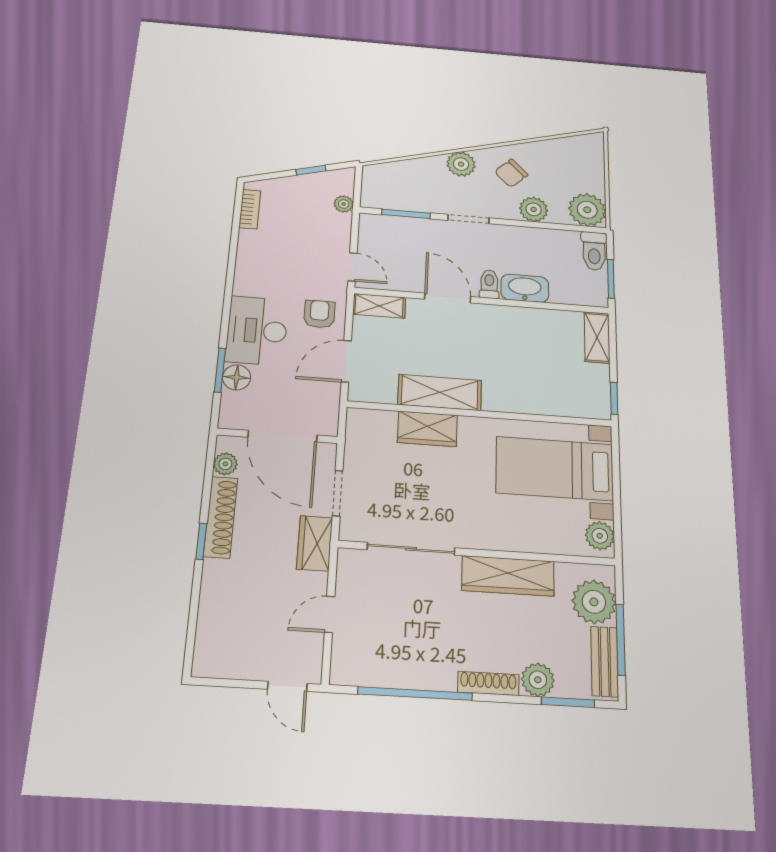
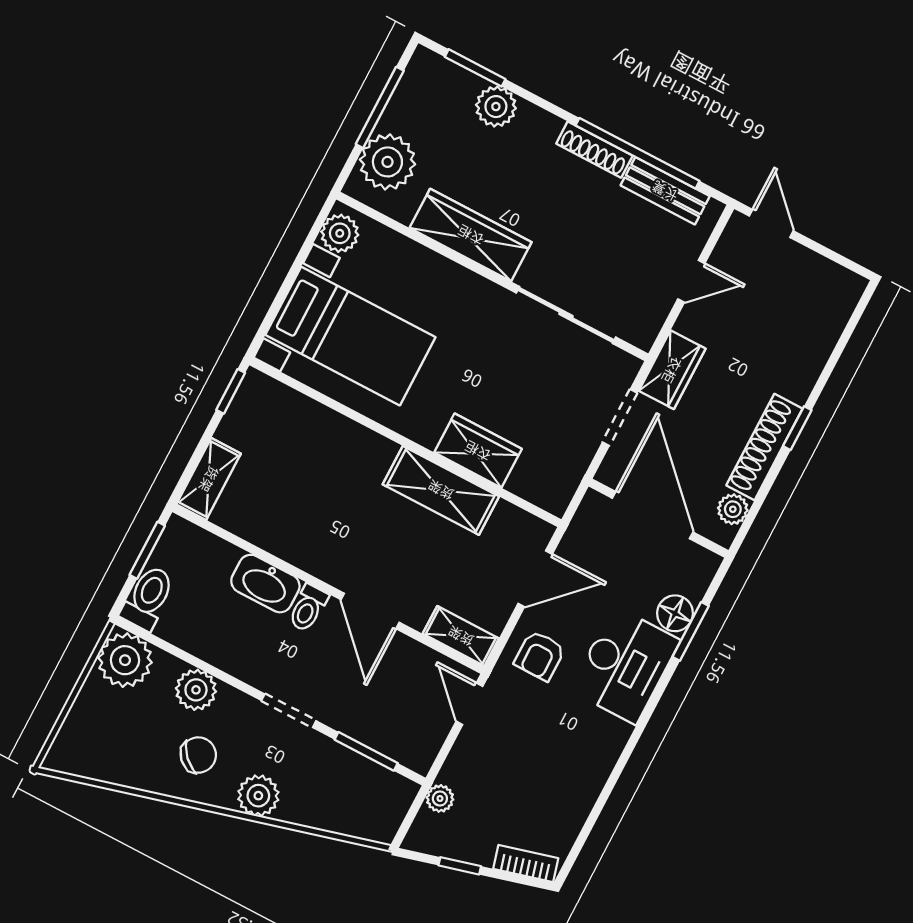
bookcase: (250, 209) -> (526, 863), moved, turned 75
bench: (605, 662) -> (665, 191), moved, turned 90
shoe rack: (488, 683) -> (594, 150), moved

